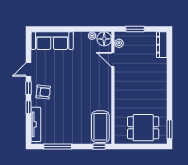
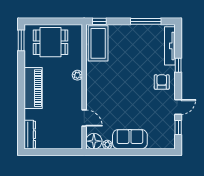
window: (135, 29) -> (60, 152), removed
sofa: (52, 41) -> (130, 139), moved, width x0.73
plant: (119, 43) -> (77, 75), moved
piano: (159, 87) -> (33, 88), added
window: (29, 88) -> (178, 128), moved
armchair: (43, 92) -> (162, 82), turned 84

